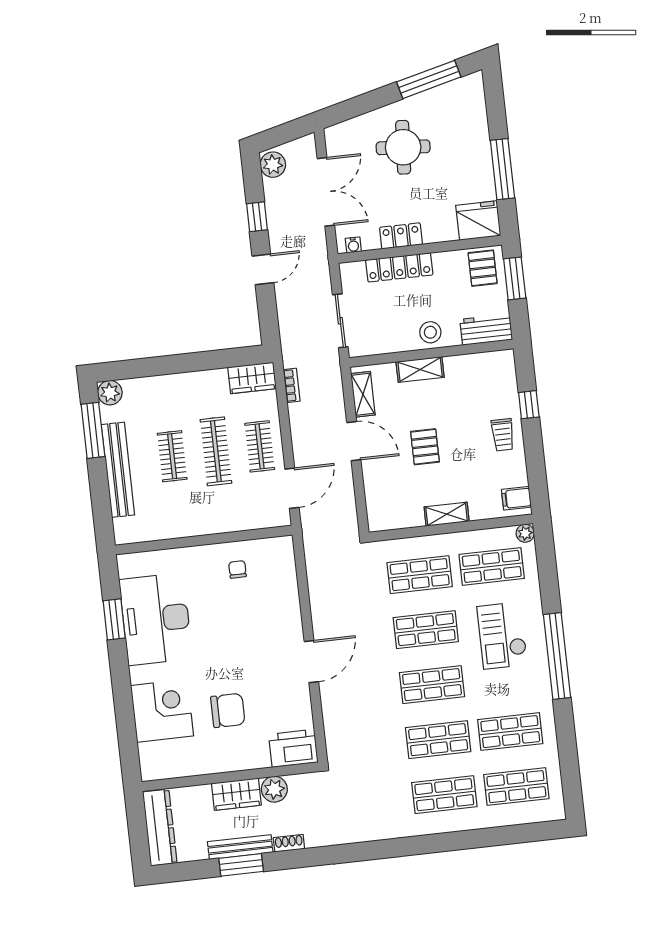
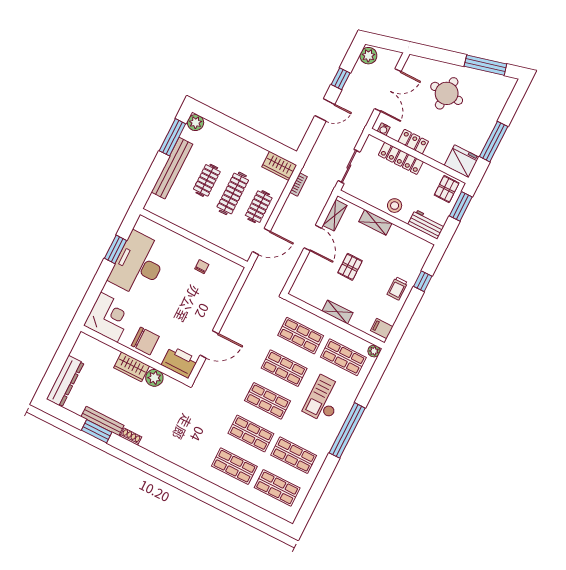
printer: (293, 748) -> (180, 362), moved
wall: (230, 777) -> (135, 355), moved
plant: (274, 789) -> (154, 378), moved
wardrobe: (236, 794) -> (132, 367), moved

